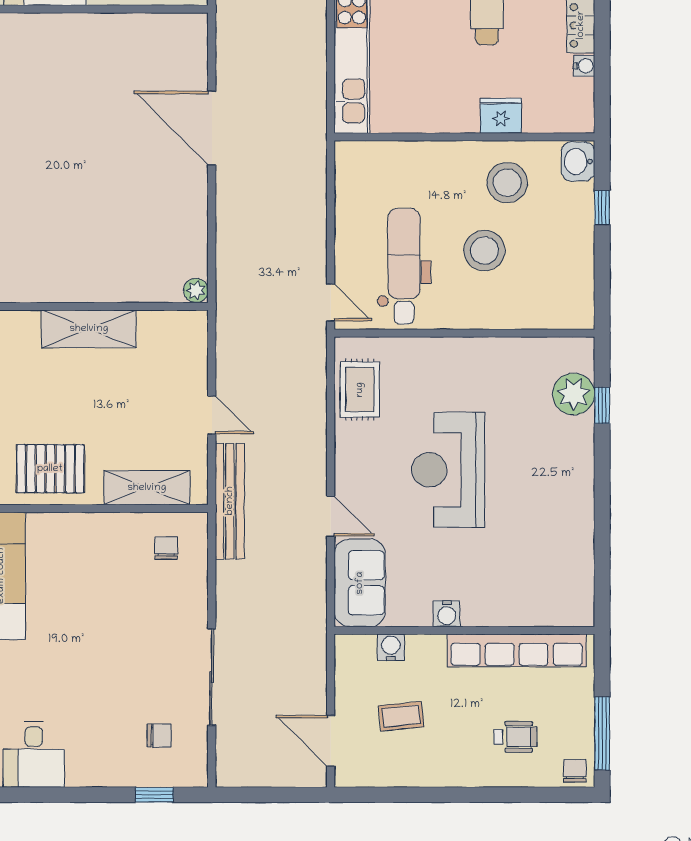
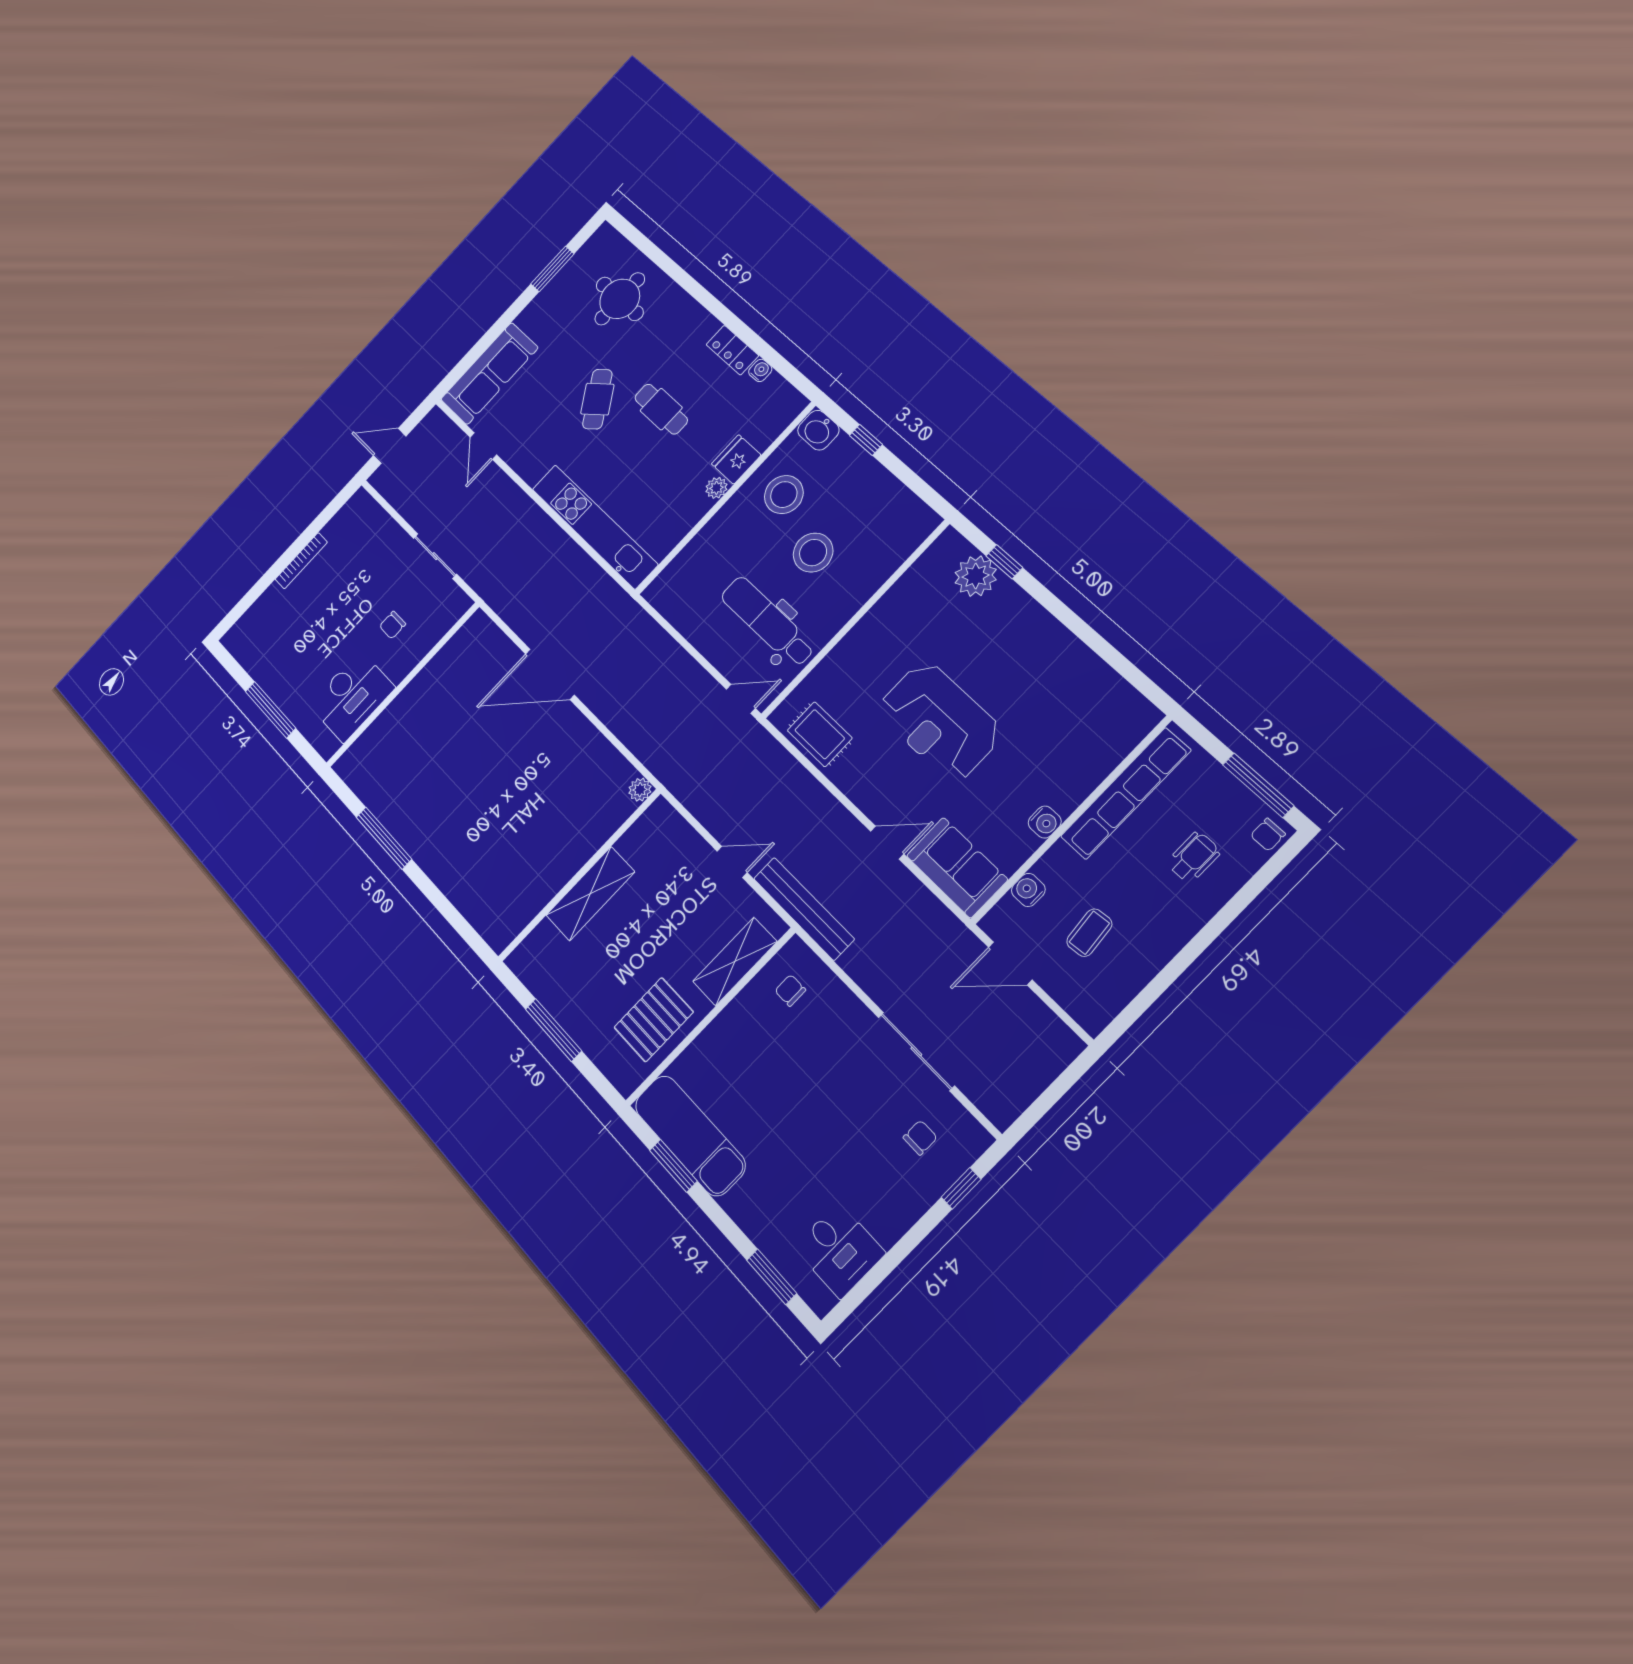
plant: (466, 122) -> (716, 488), added
door: (331, 741) -> (1010, 963), moved
chair: (575, 771) -> (1268, 835), turned -90

